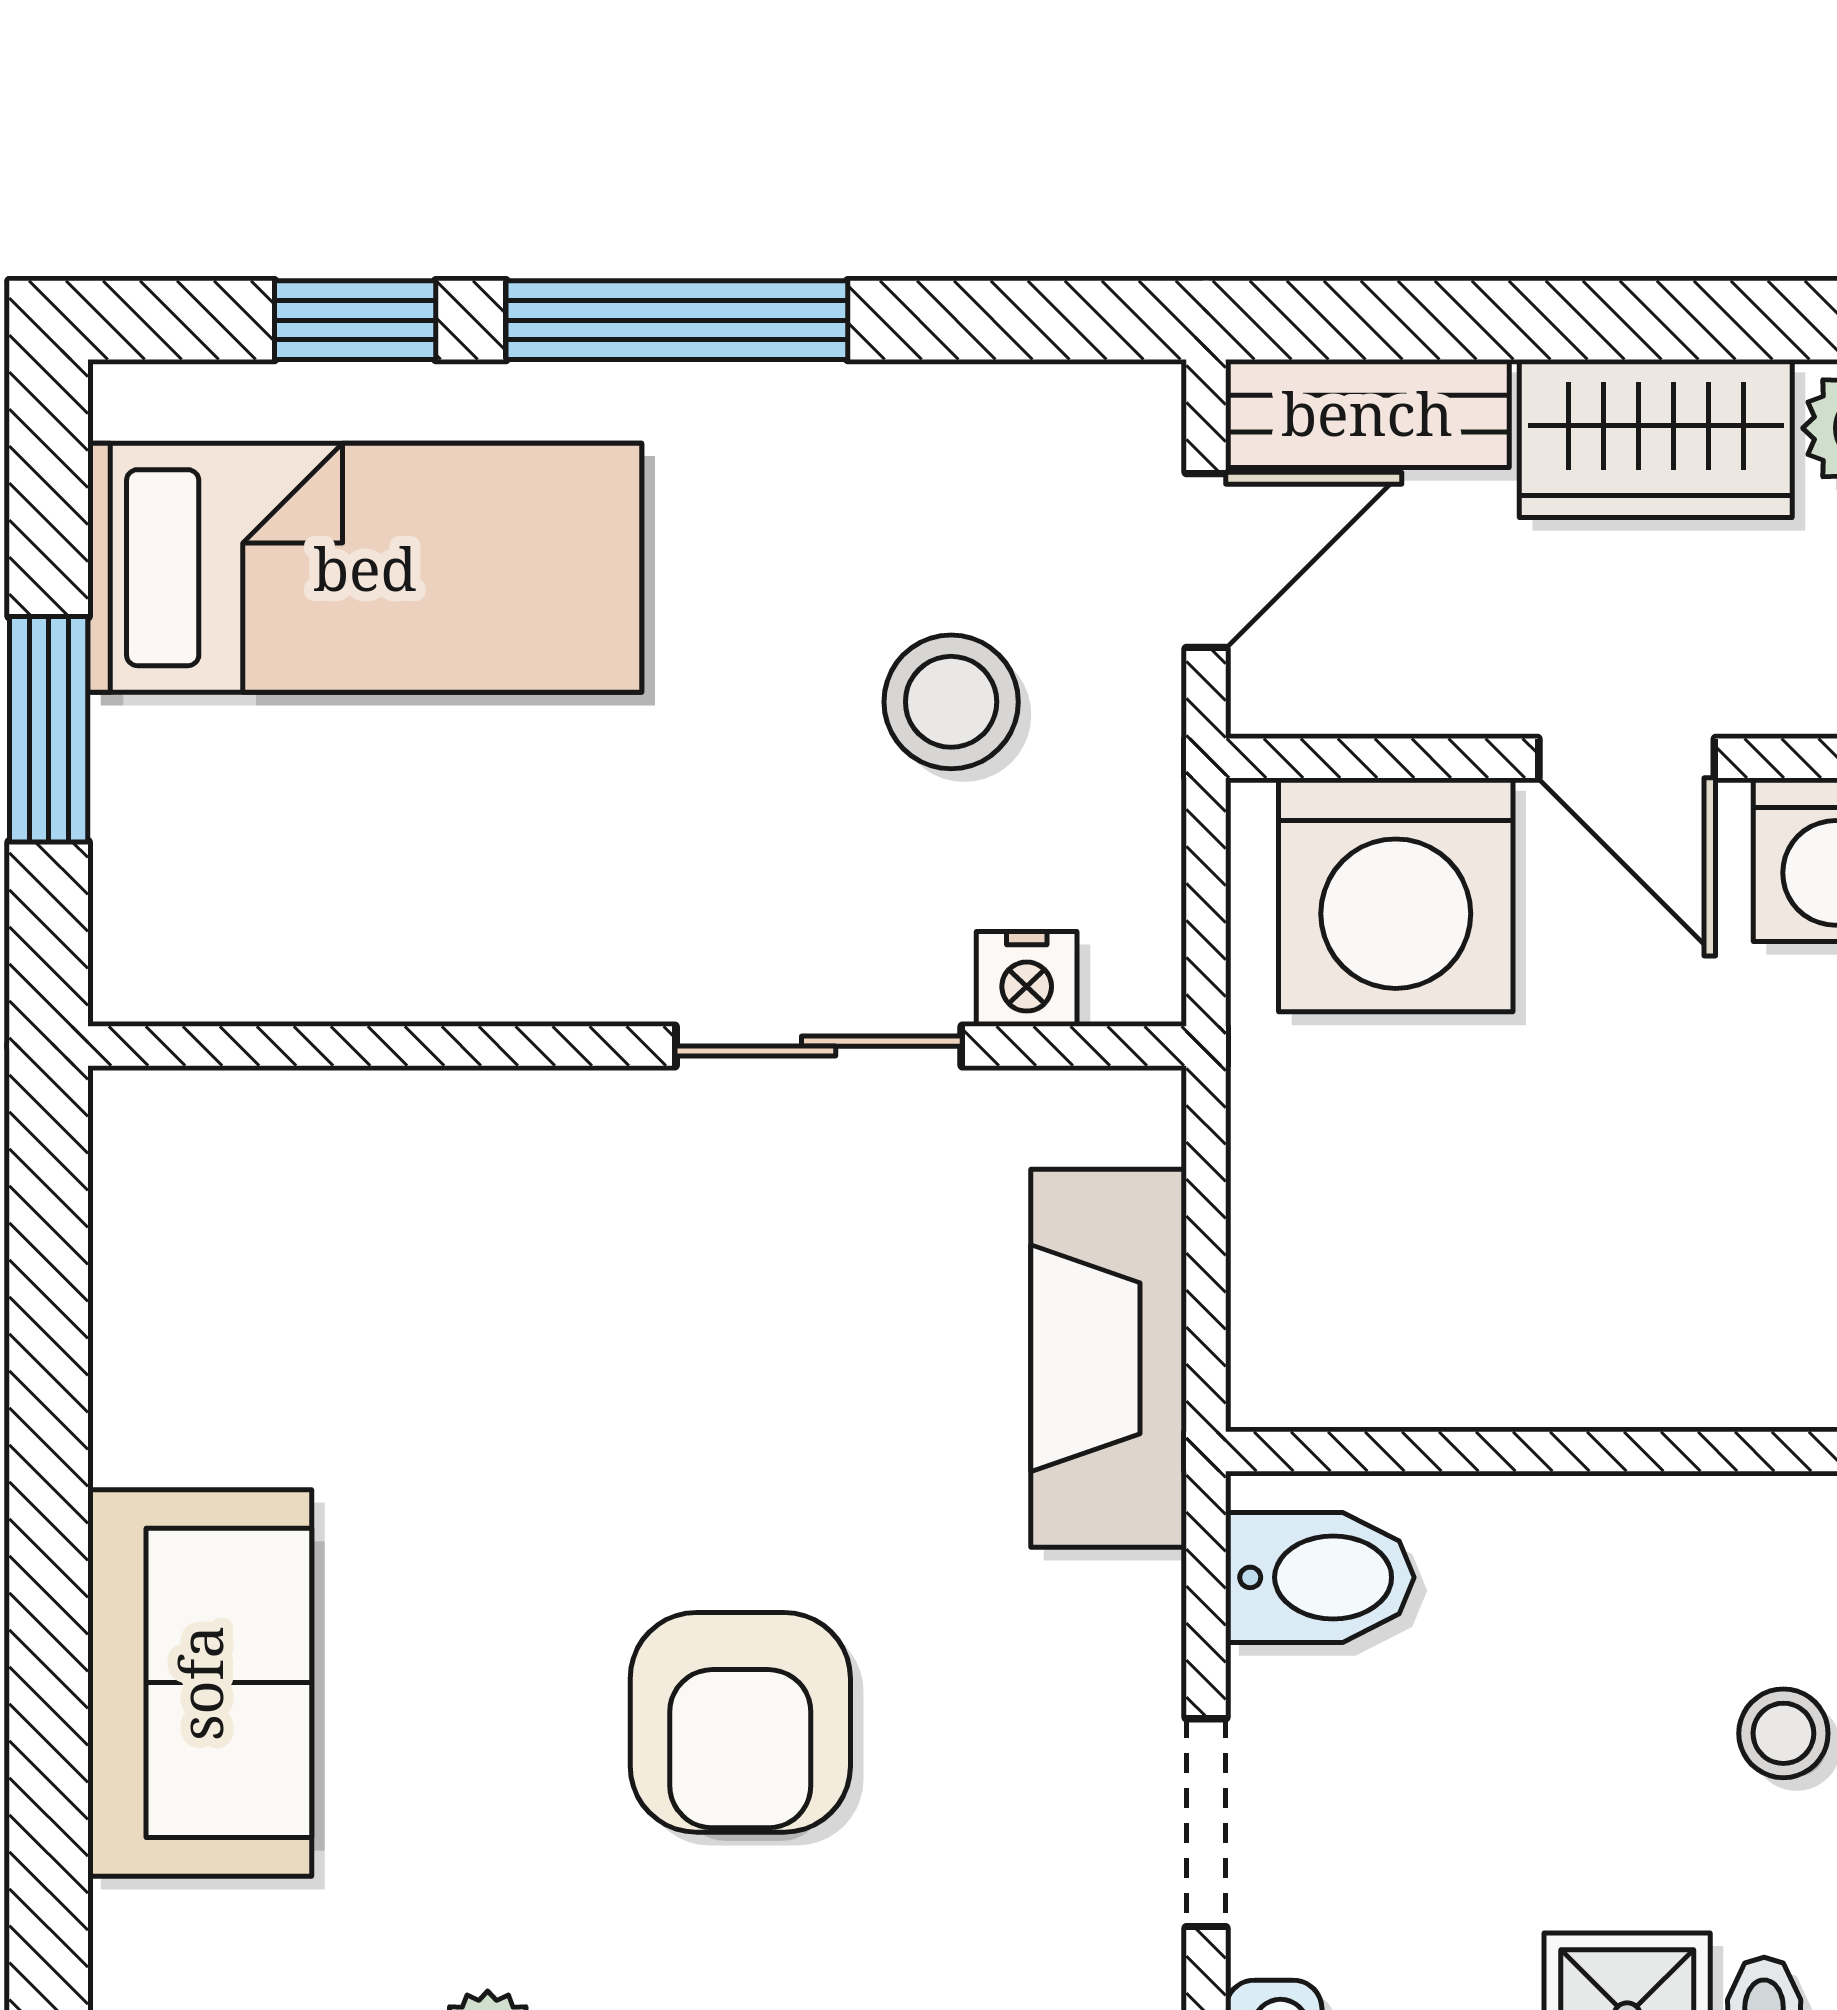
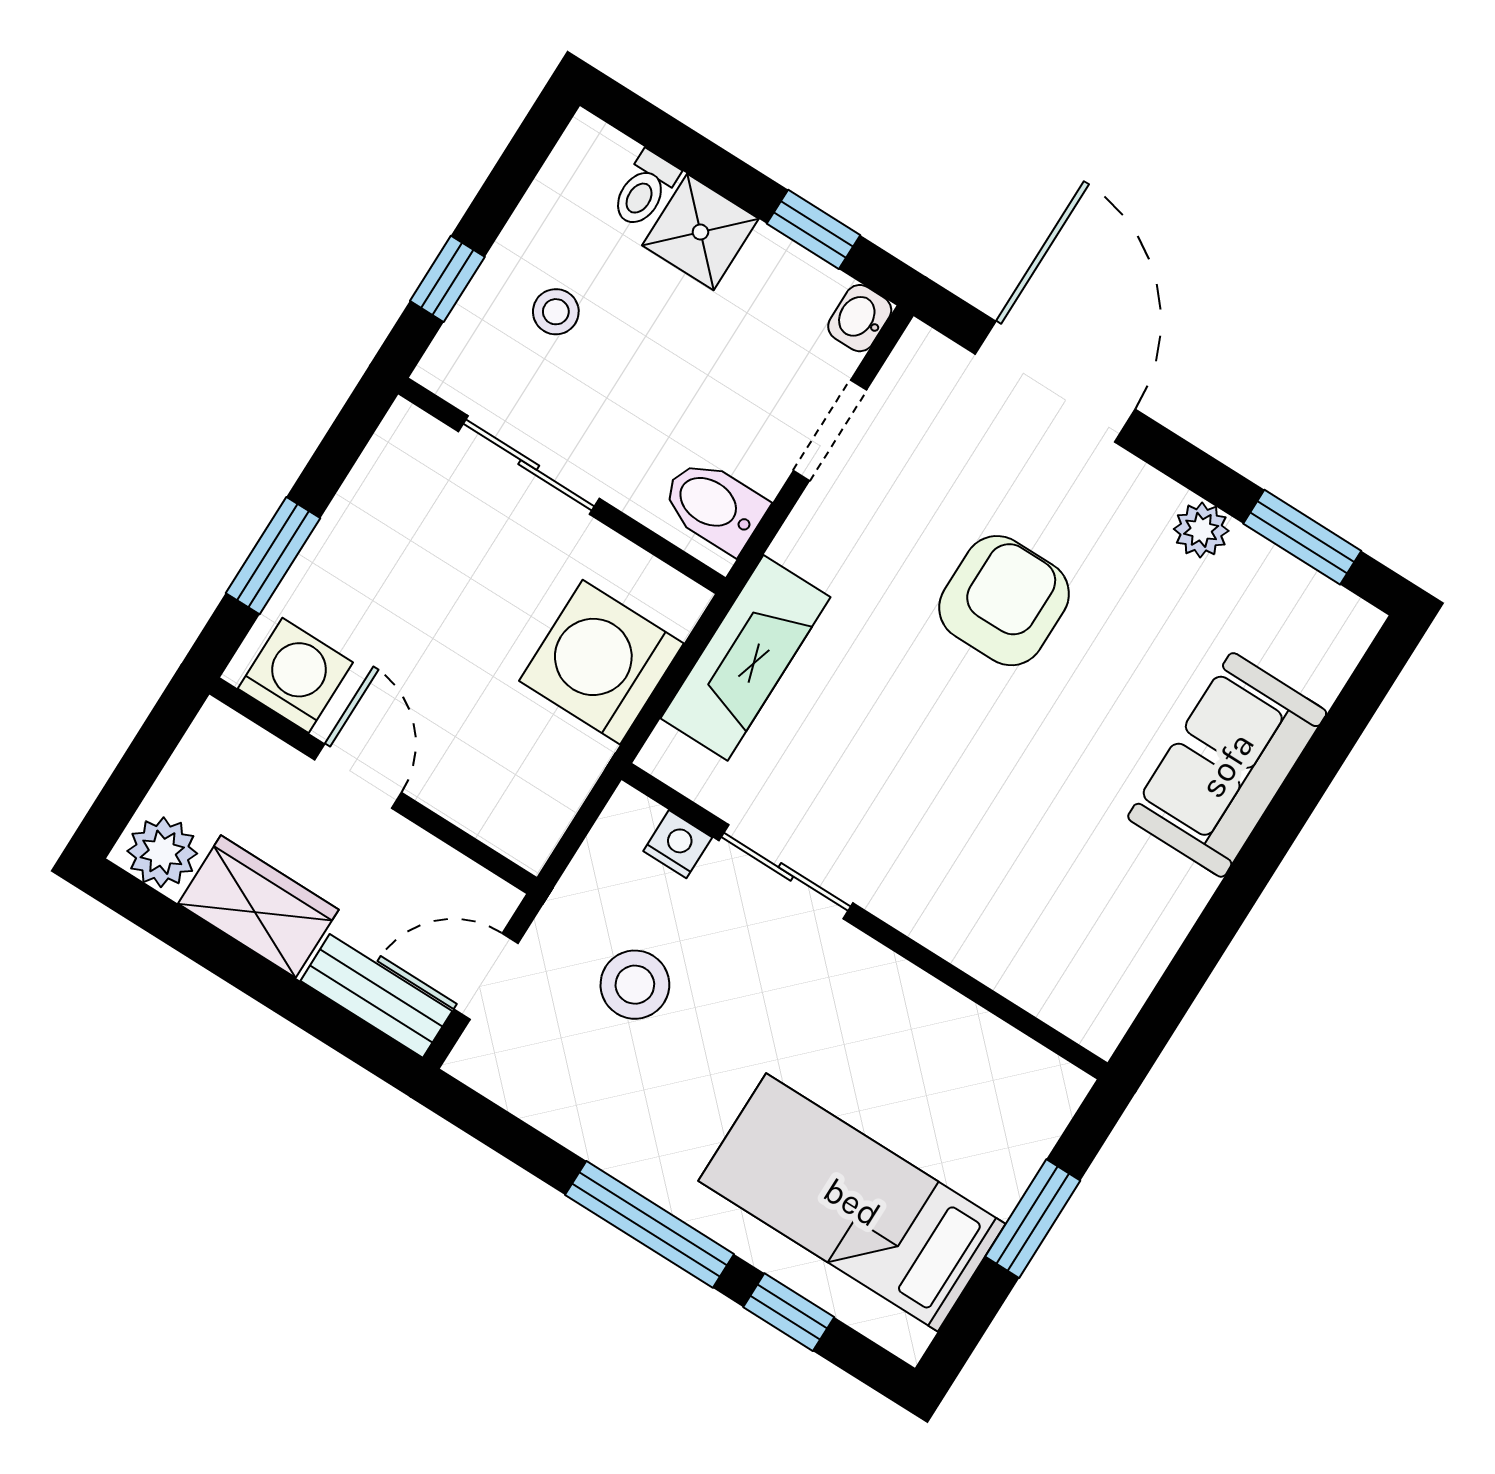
washing machine: (1396, 895) -> (601, 662), moved, turned -90
sliding door: (1668, 1451) -> (529, 465), added

